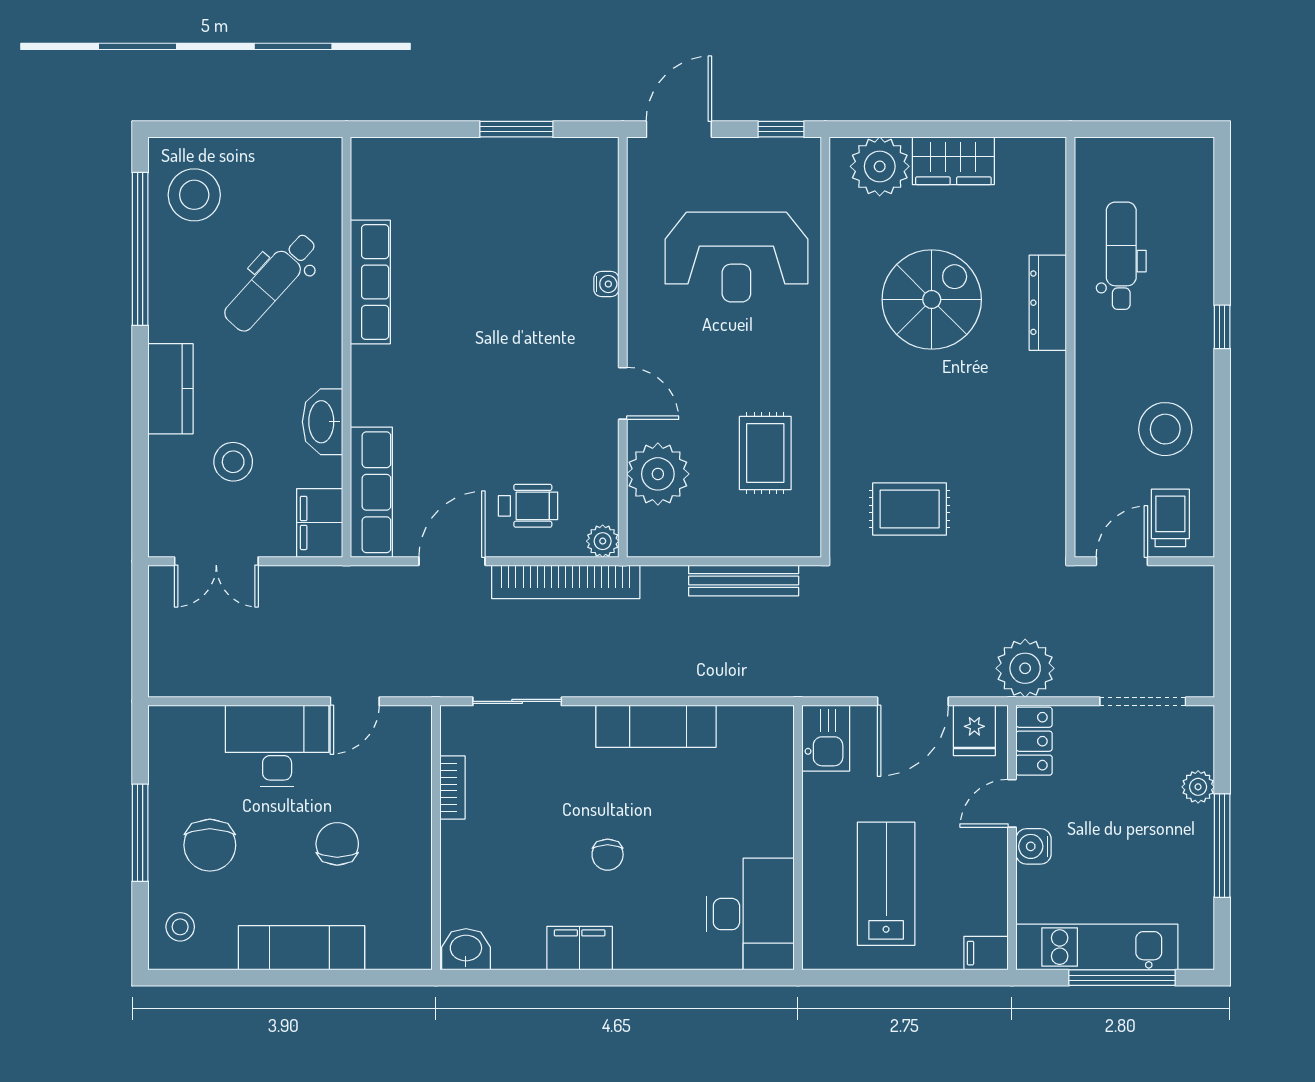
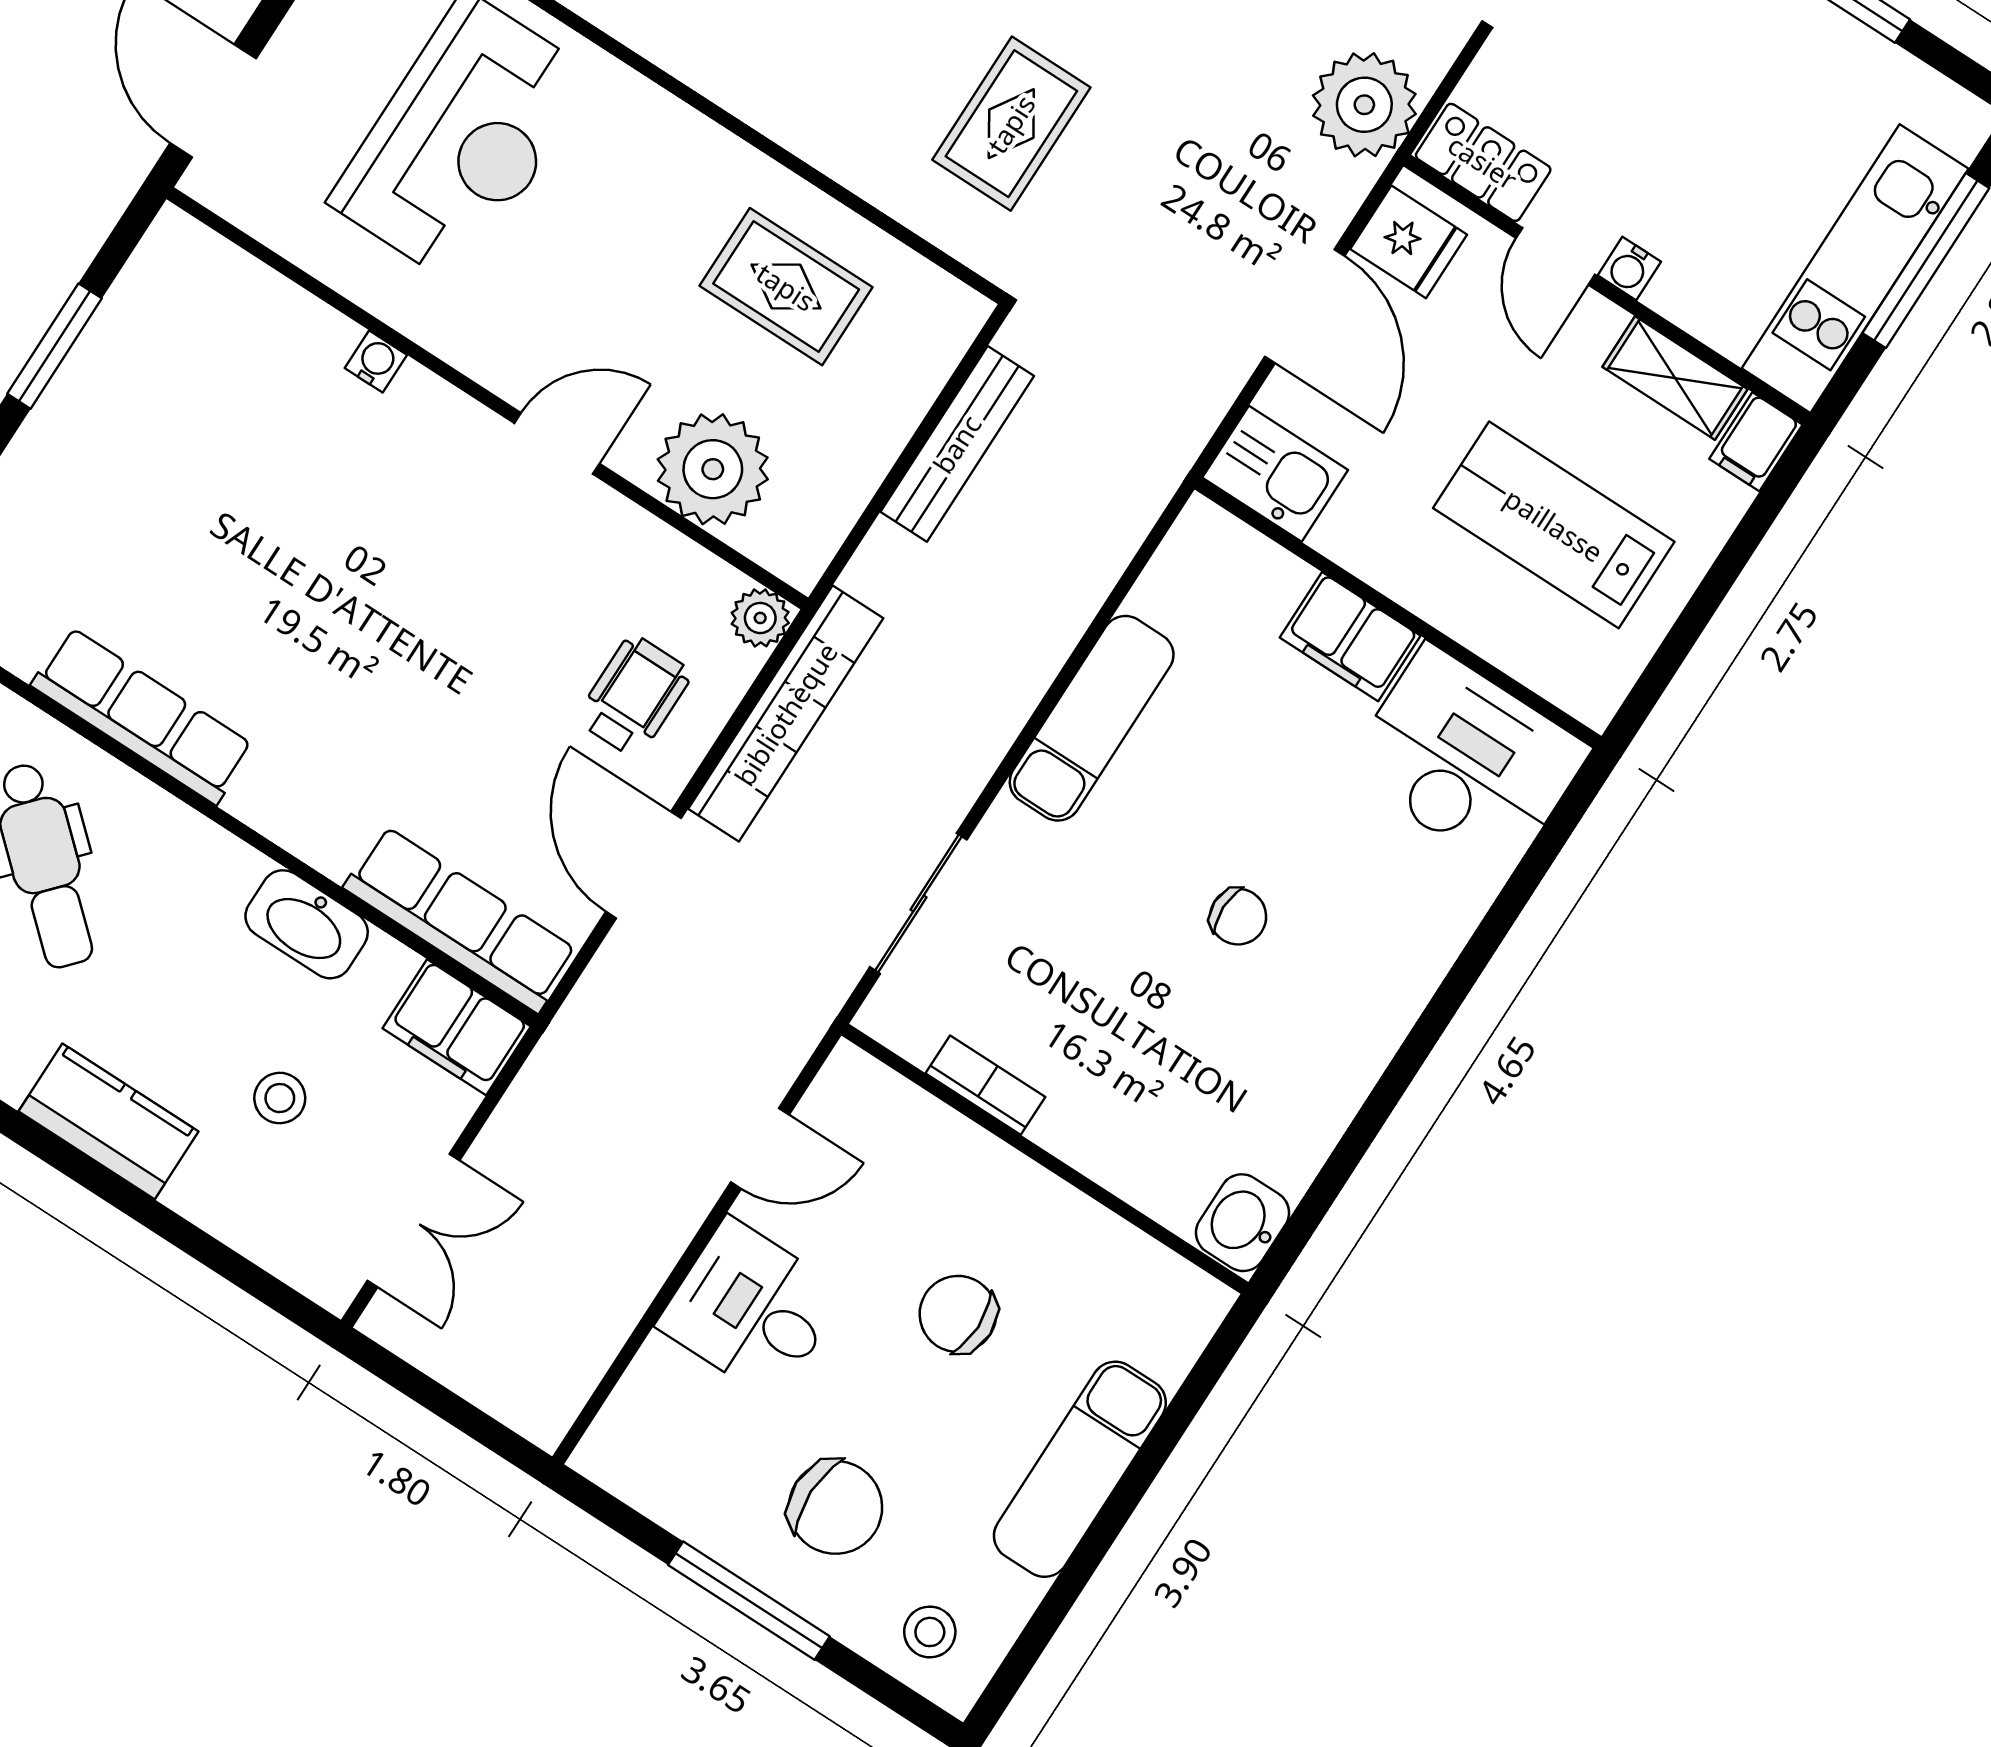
stool: (233, 462) -> (280, 1098), width x0.73, depth x0.73
door: (355, 701) -> (760, 1148), hinge flipped
desk: (277, 746) -> (751, 1309), width x0.73
water cooler: (1034, 846) -> (1629, 268), width x0.72, depth x0.72
shelving: (991, 896) -> (1675, 378), added
filing cabinet: (580, 948) -> (1350, 637), moved, turned -90

